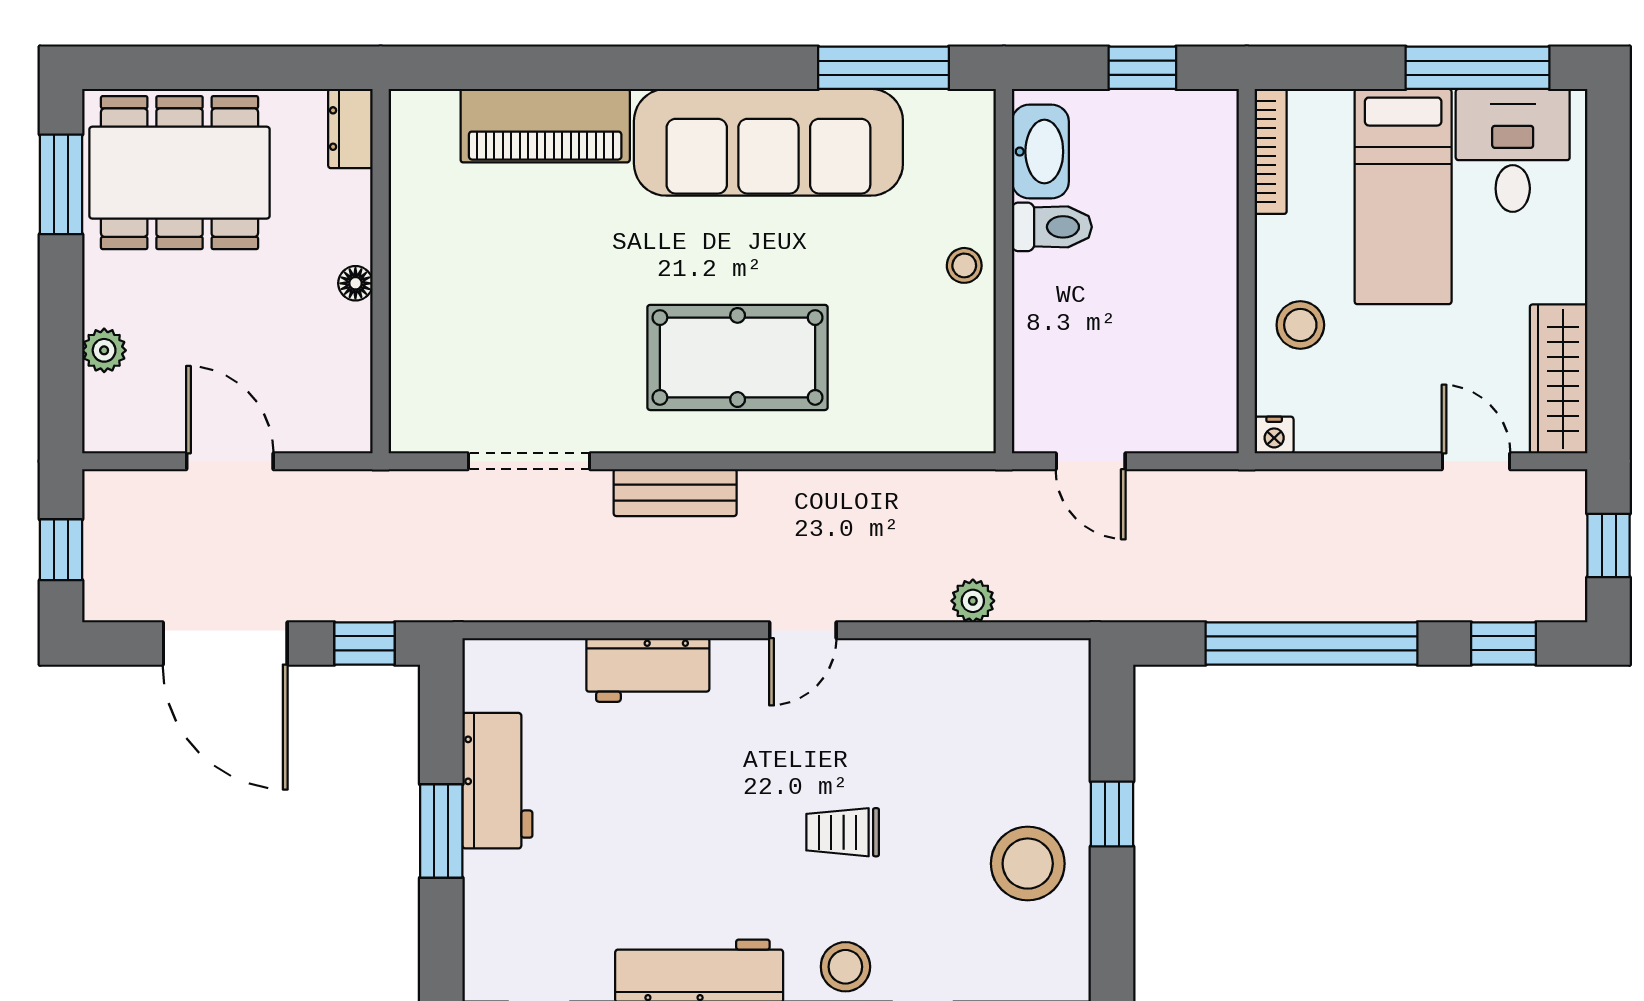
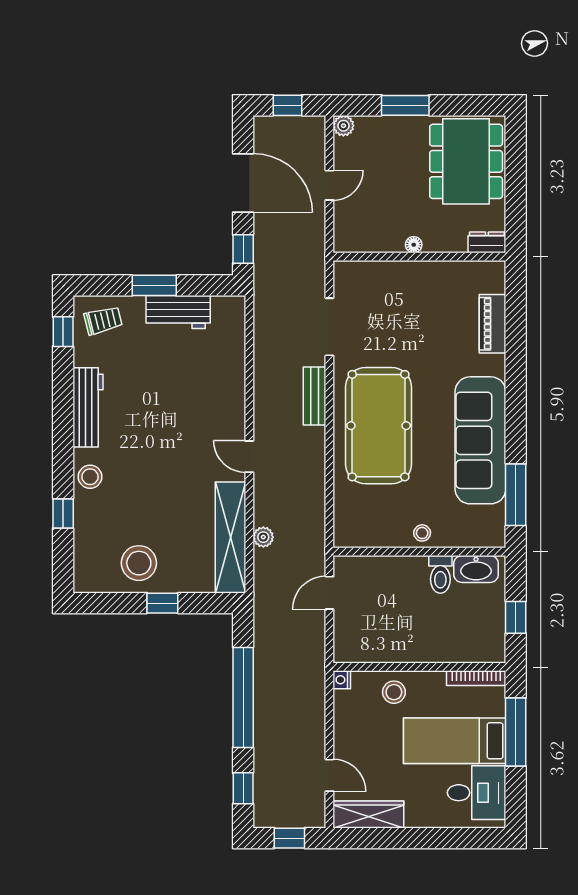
window: (1478, 68) -> (516, 732), moved
piano: (545, 126) -> (493, 324), width x0.73, depth x0.75
window: (61, 184) -> (405, 105), moved
plant: (104, 350) -> (343, 126), moved
pool table: (738, 357) -> (379, 426), width x1.36, depth x1.32
door: (230, 461) -> (329, 185), width x0.73
door: (1476, 461) -> (329, 775), hinge flipped
door: (225, 643) -> (243, 183), swing flipped
workbench: (648, 670) -> (231, 383), removed
shelving: (974, 670) -> (230, 537), added
trolley: (843, 832) -> (103, 320), moved, turned 76

